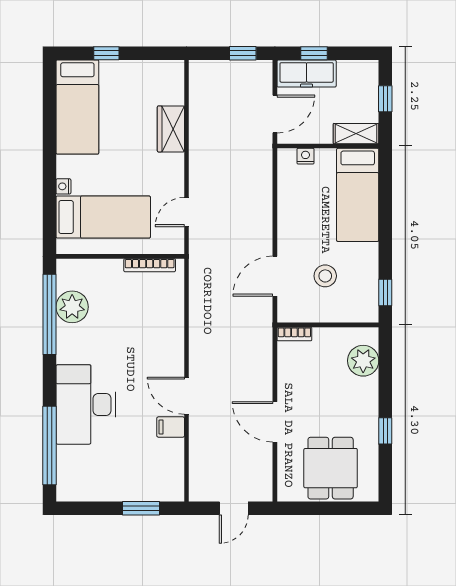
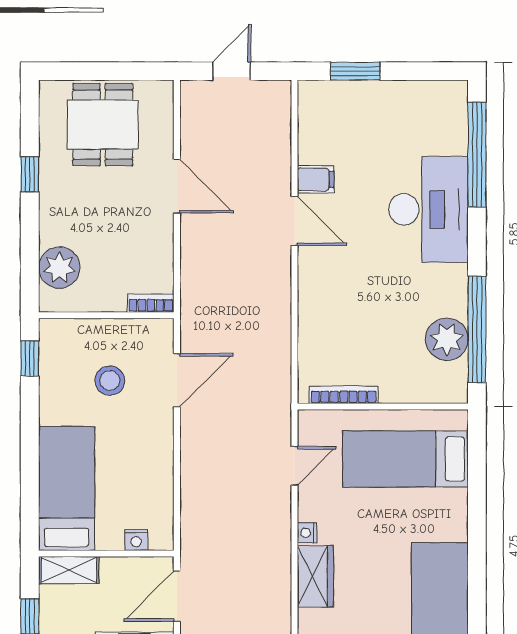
nightstand: (63, 186) -> (307, 533), moved, turned 180

